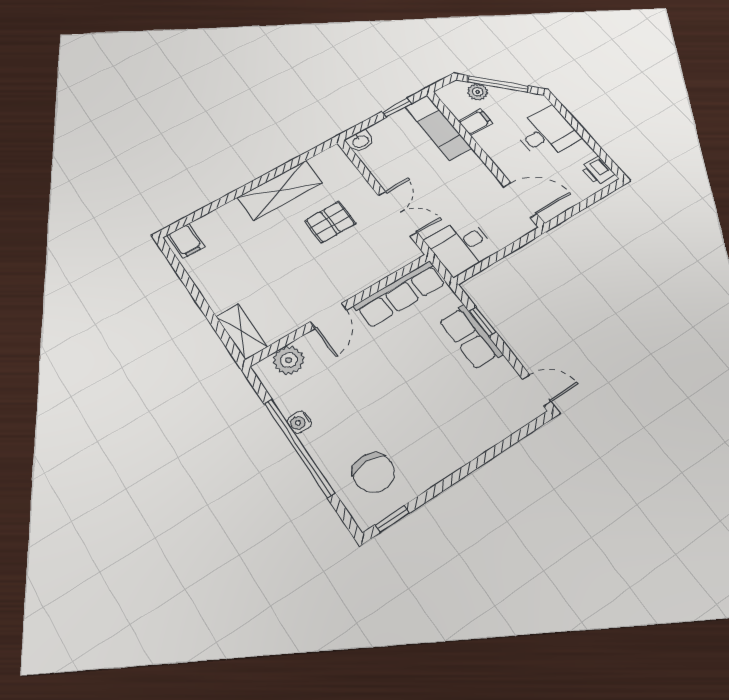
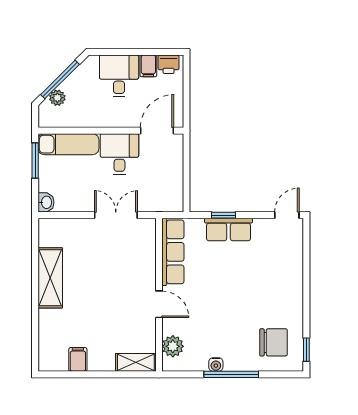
window: (397, 108) -> (35, 161), width x1.50
filing cabinet: (475, 122) -> (148, 66), moved, turned 180
pallet: (330, 222) -> (94, 261), removed
filing cabinet: (186, 241) -> (78, 359), moved, turned -90
desk: (461, 246) -> (119, 154), moved, turned 180
window: (299, 448) -> (231, 374), width x0.68

